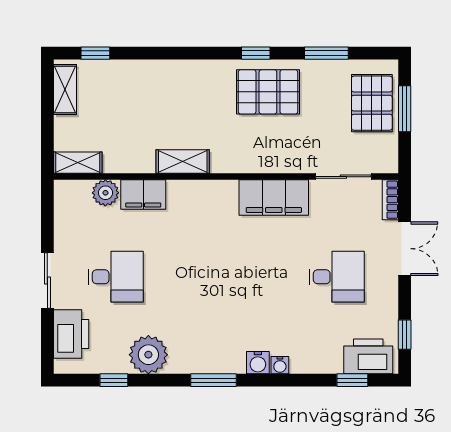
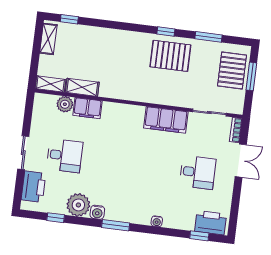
shelving: (183, 162) -> (82, 87), moved
window: (405, 335) -> (234, 212), removed
water cooler: (258, 363) -> (97, 212), moved

